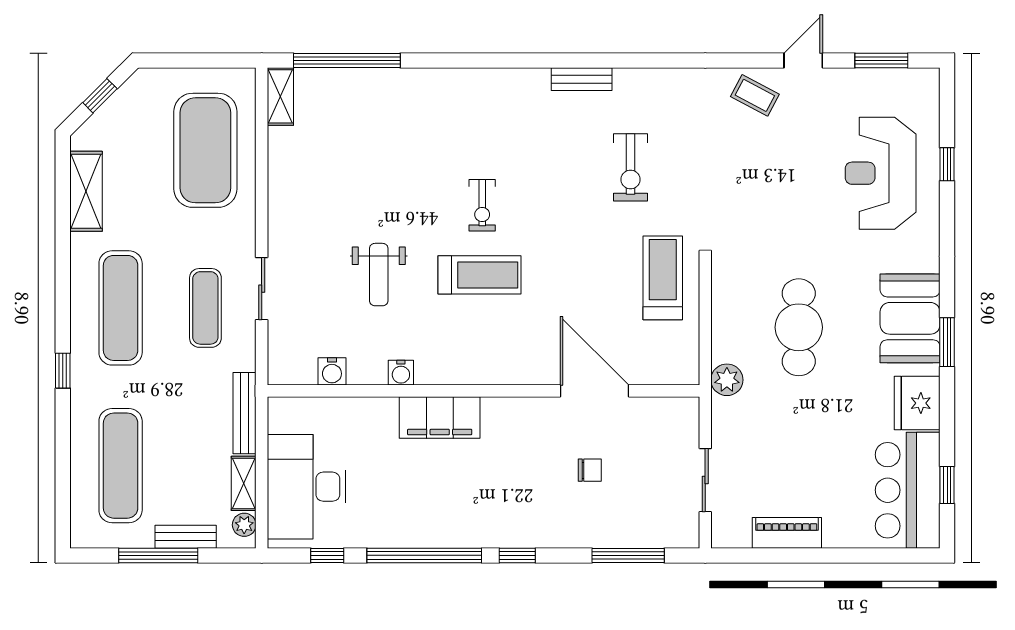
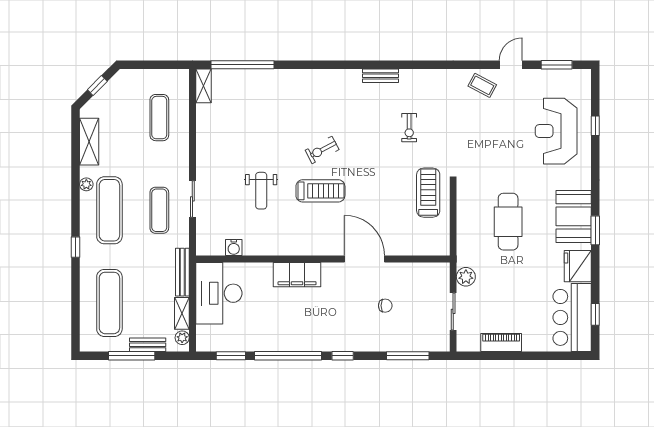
exercise mat: (205, 150) -> (159, 118), width x0.50, depth x0.69
exercise bike: (630, 167) -> (409, 128), width x0.73, depth x0.72
exercise bike: (482, 205) -> (322, 150), turned 62
plant: (81, 264) -> (86, 184), added
water cooler: (401, 373) -> (274, 248), removed
plant: (727, 380) -> (466, 277), moved
door: (595, 391) -> (364, 259), moved
desk: (307, 487) -> (219, 293), moved
window: (327, 555) -> (231, 356), width x1.50

